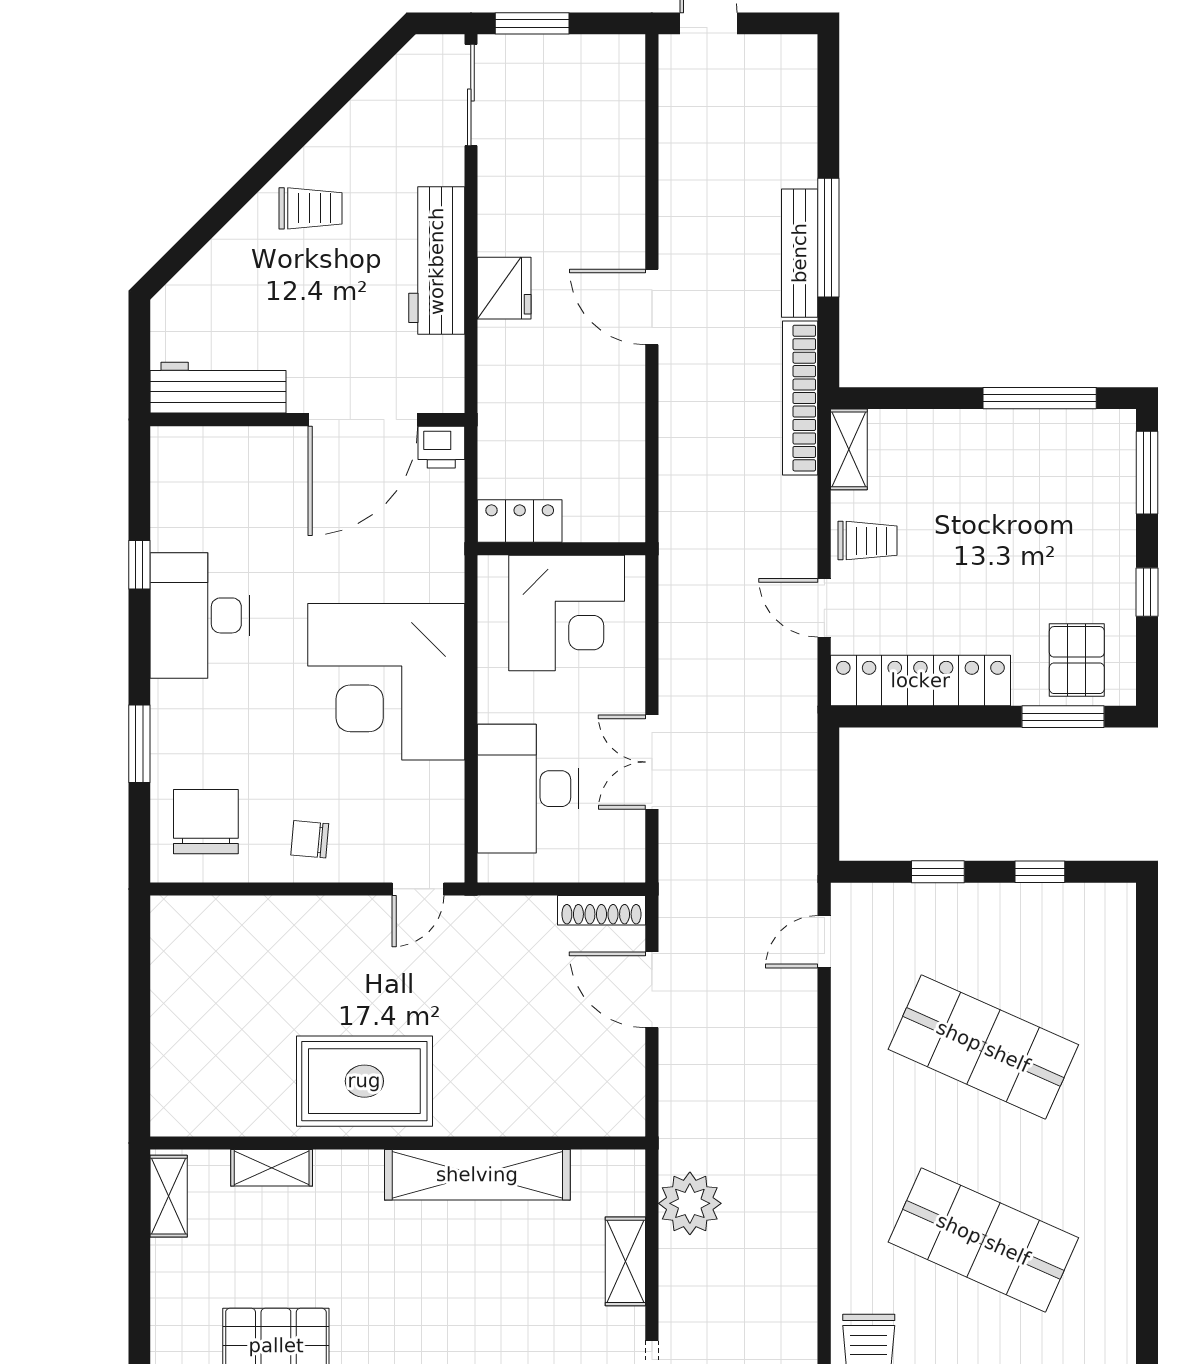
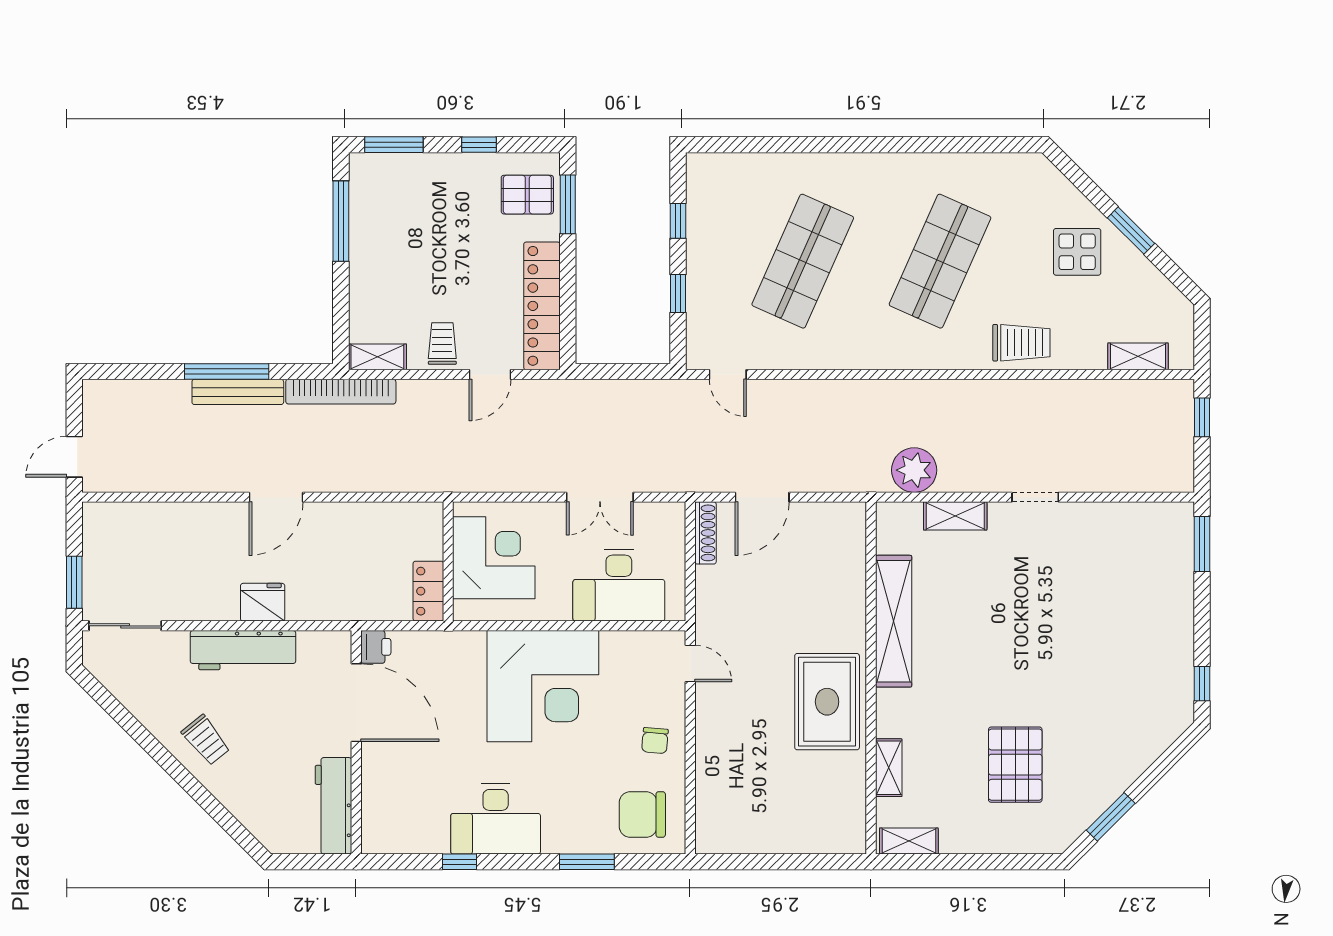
trolley: (310, 208) -> (206, 740), turned 141

